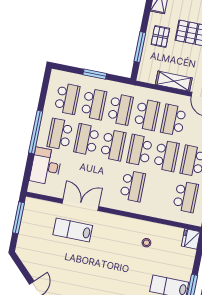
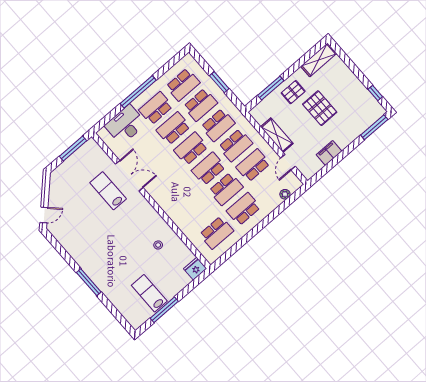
school desk: (113, 145) -> (191, 149), turned 180
school desk: (133, 186) -> (181, 192), removed

